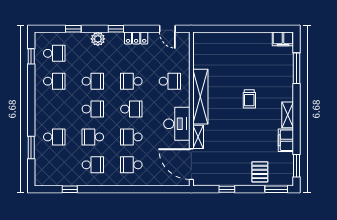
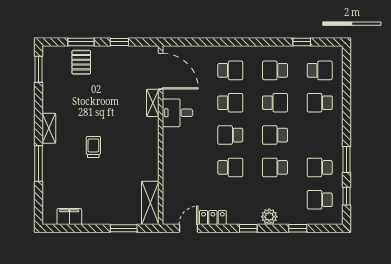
door: (167, 29) -> (189, 228), hinge flipped
window: (223, 29) -> (124, 228), added
locker: (136, 38) -> (213, 218), moved
filing cabinet: (283, 39) -> (69, 216), moved
window: (297, 68) -> (39, 163), moved
school desk: (170, 81) -> (320, 70), moved, turned 180
shelving: (200, 97) -> (150, 203), moved, width x0.68
desk: (177, 124) -> (178, 113), width x0.73
filing cabinet: (286, 140) -> (51, 99), removed
window: (31, 147) -> (347, 160), moved
window: (276, 189) -> (81, 42), moved

